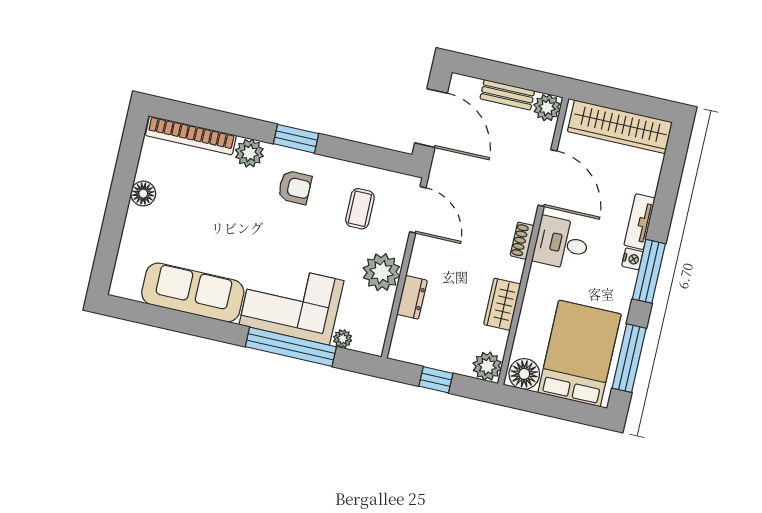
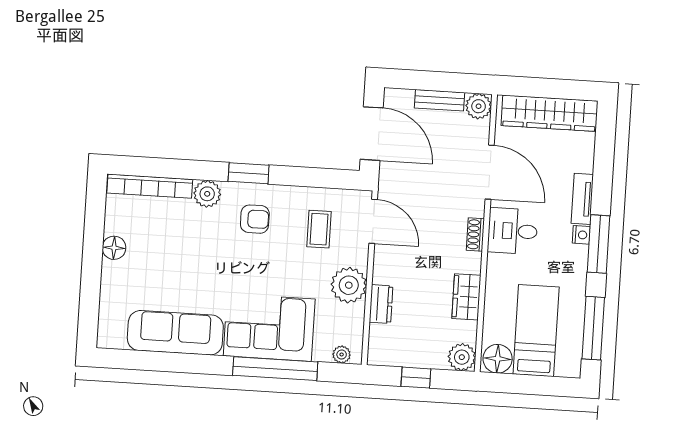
plant: (343, 339) -> (342, 355), moved
bed: (580, 353) -> (536, 331), width x0.67

